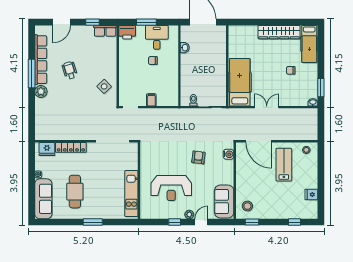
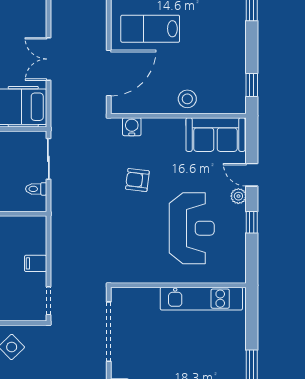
stool: (247, 206) -> (187, 99), moved

